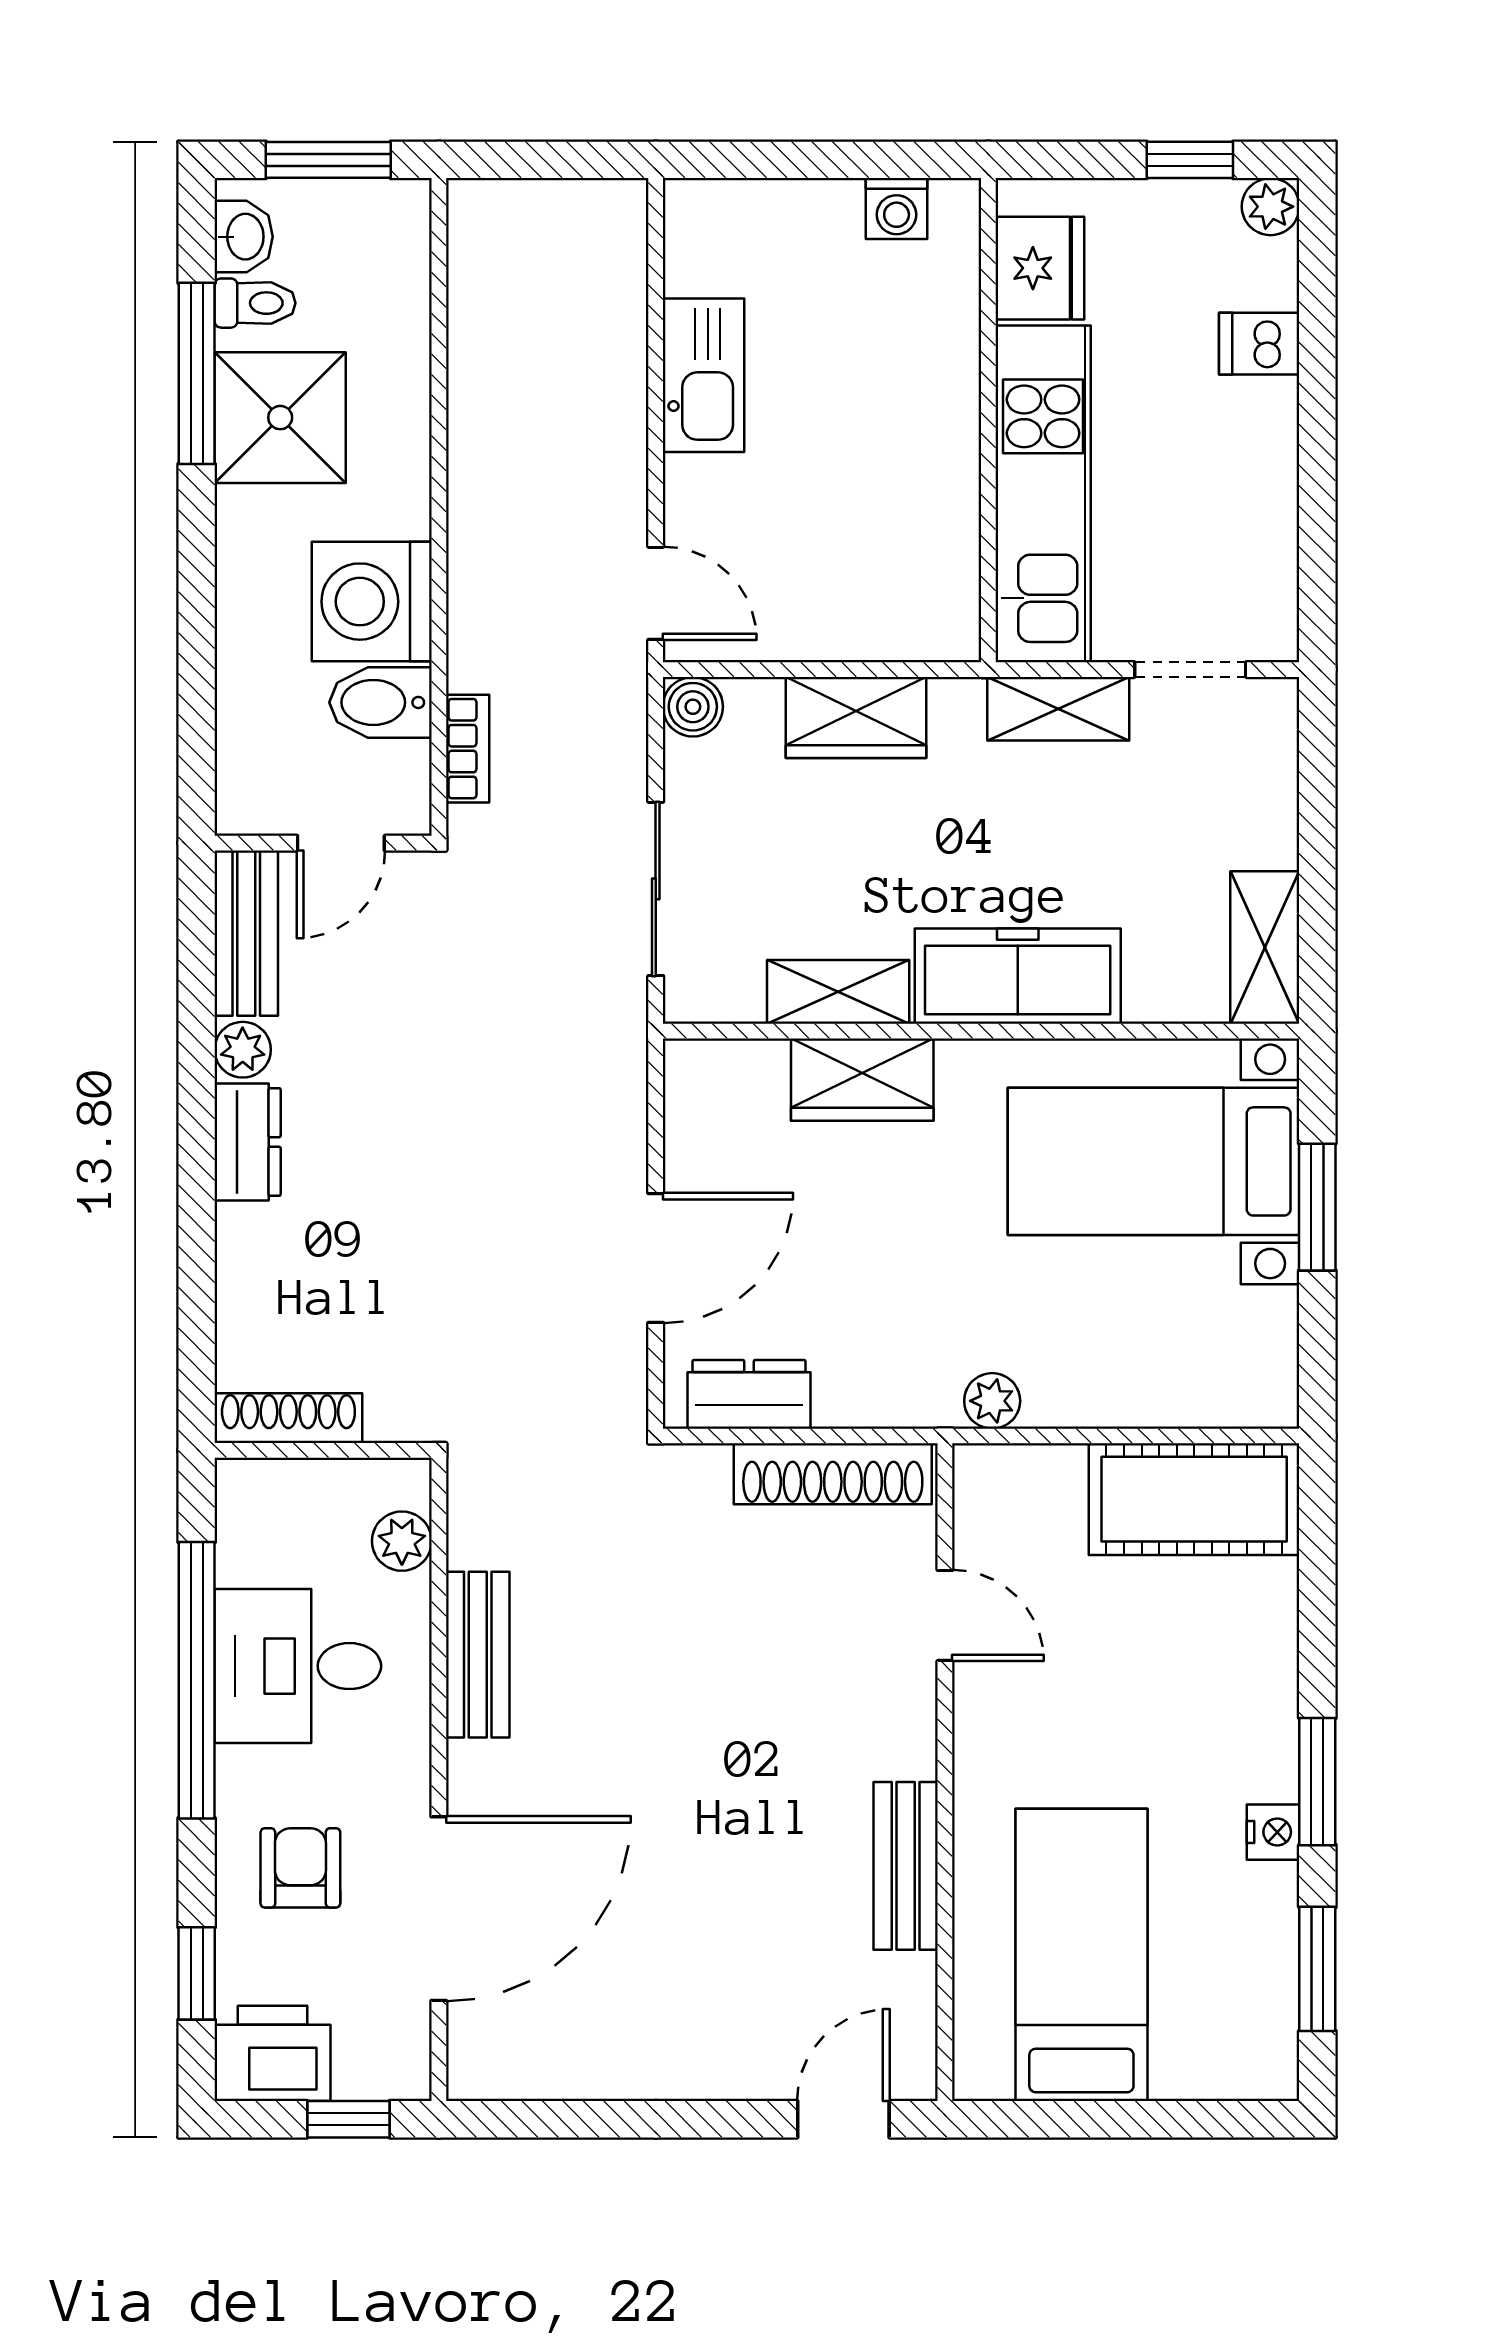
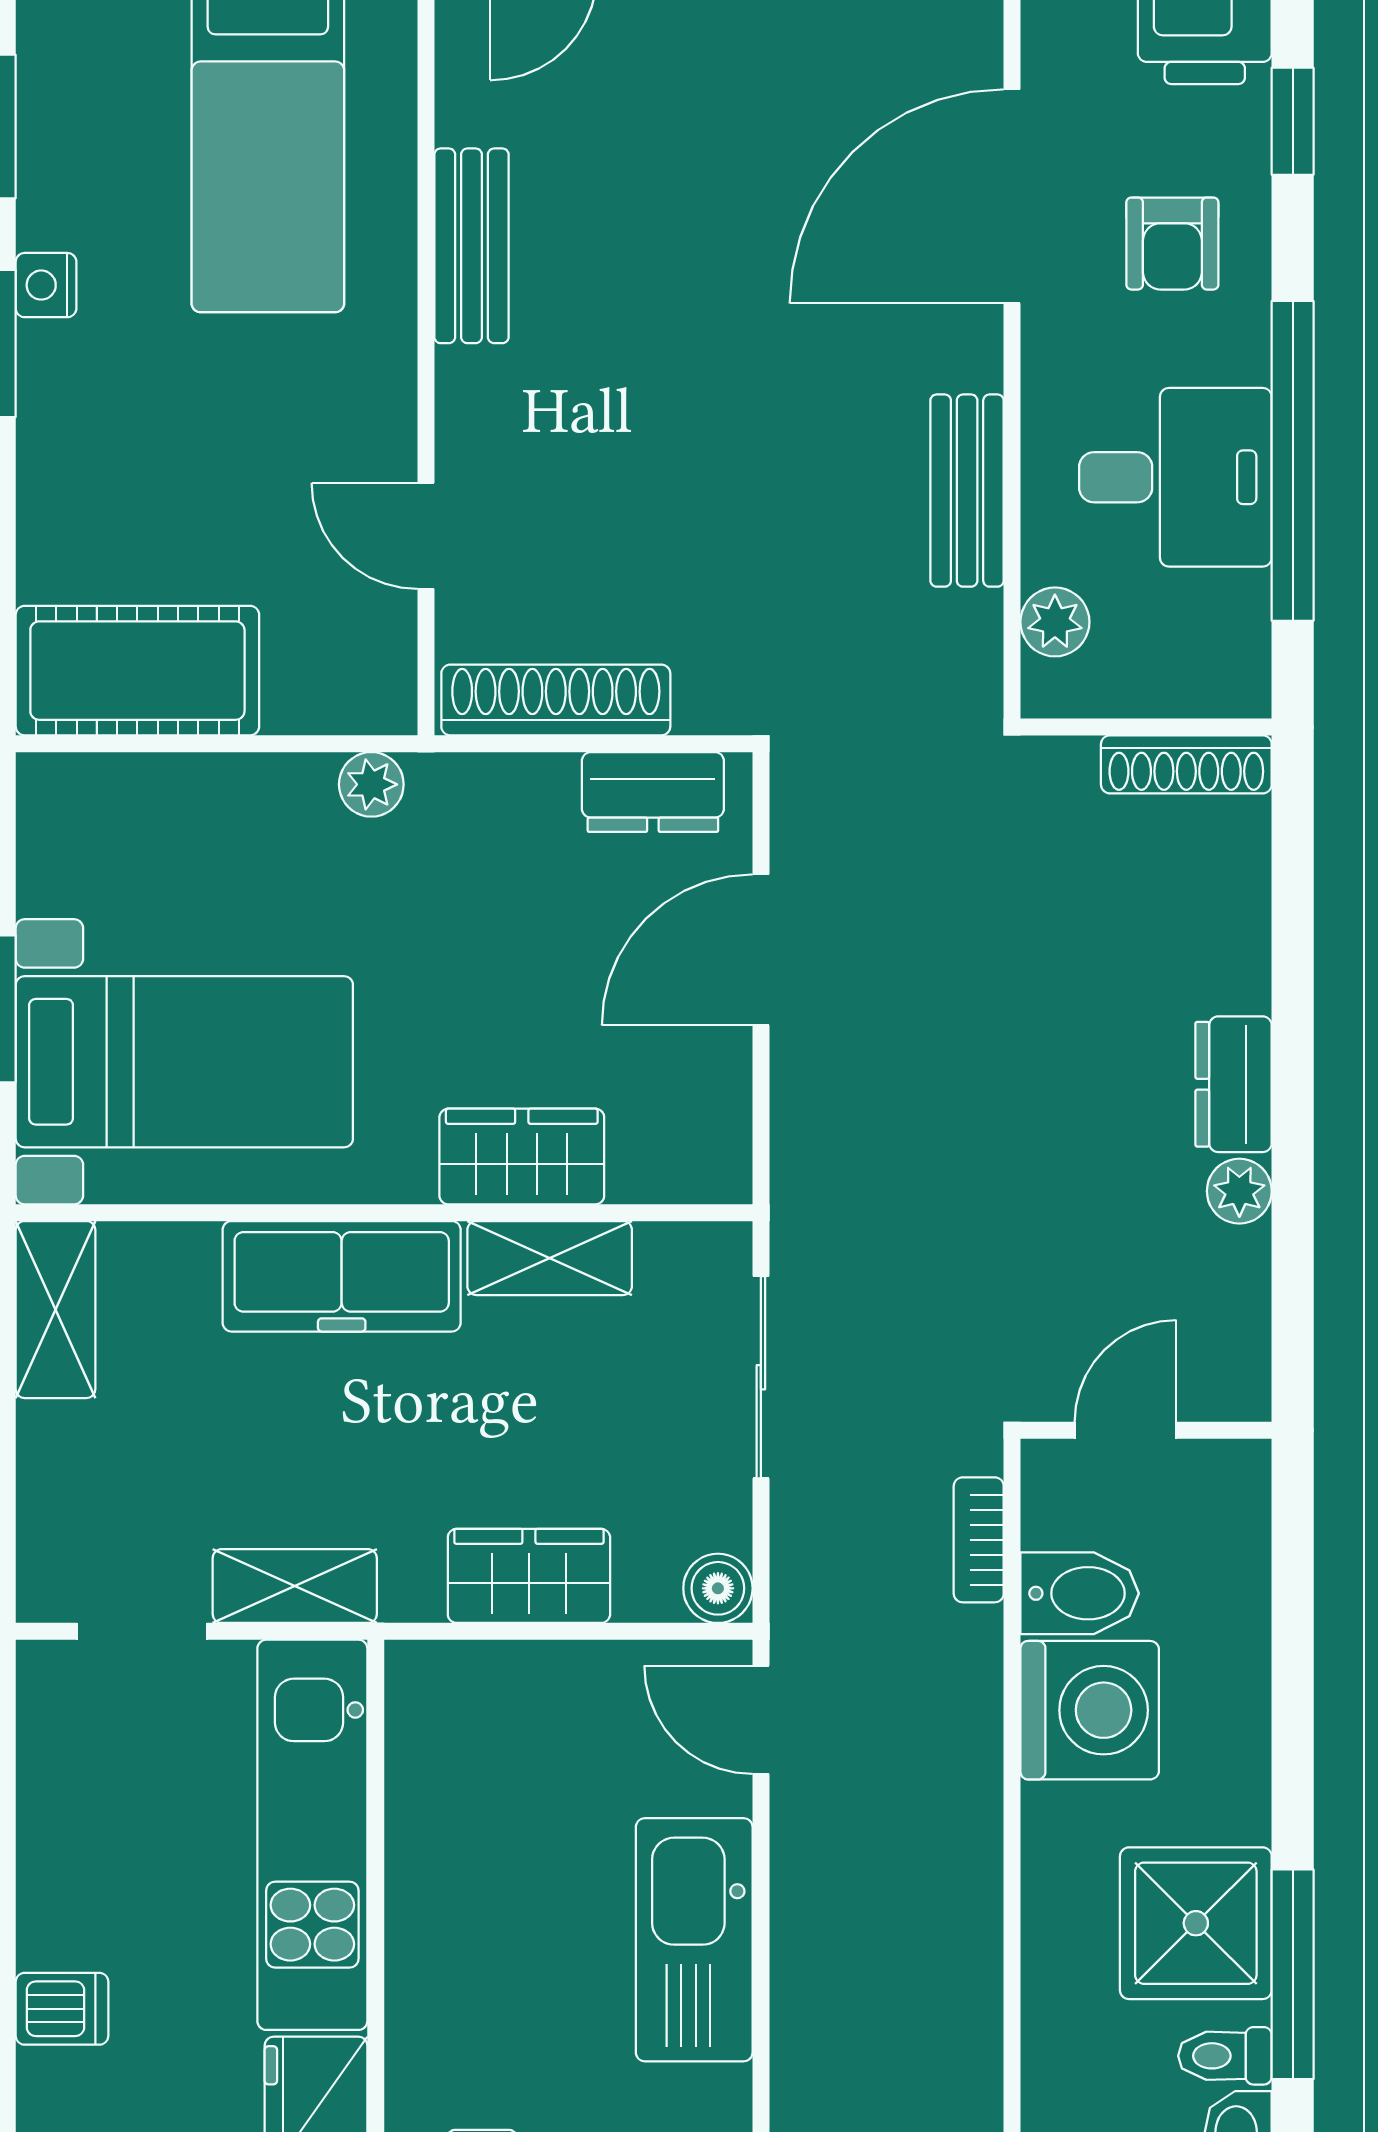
kitchen sink: (704, 375) -> (694, 1940), width x1.36, depth x1.24
bench: (246, 933) -> (1235, 1326), removed

